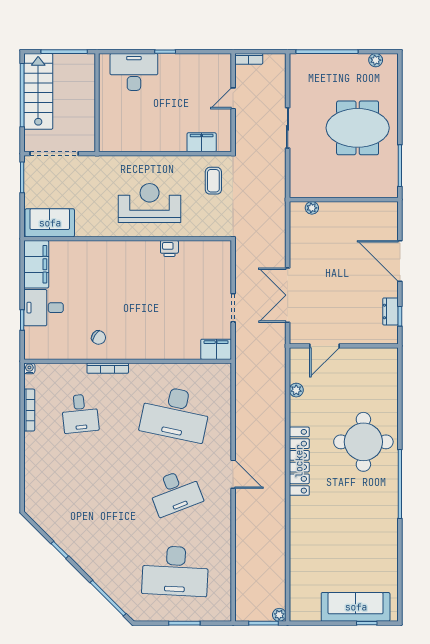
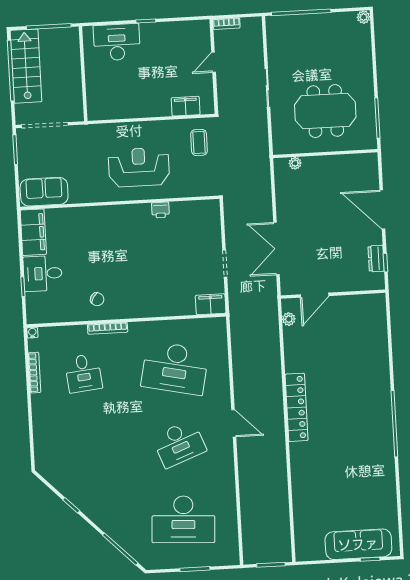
plant: (376, 60) -> (363, 17), moved
meeting table: (358, 128) -> (325, 111), moved
plant: (296, 390) -> (289, 319), moved
round table: (363, 442) -> (357, 385), removed
plant: (279, 615) -> (286, 556), removed

